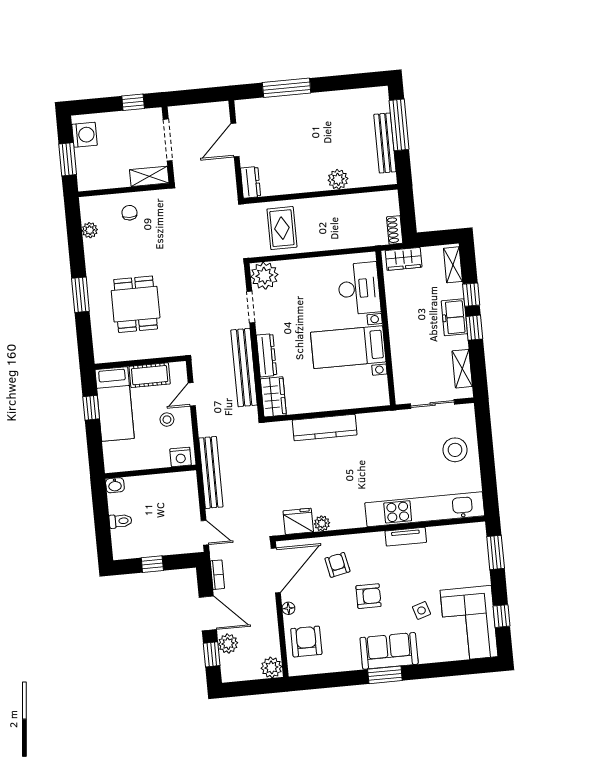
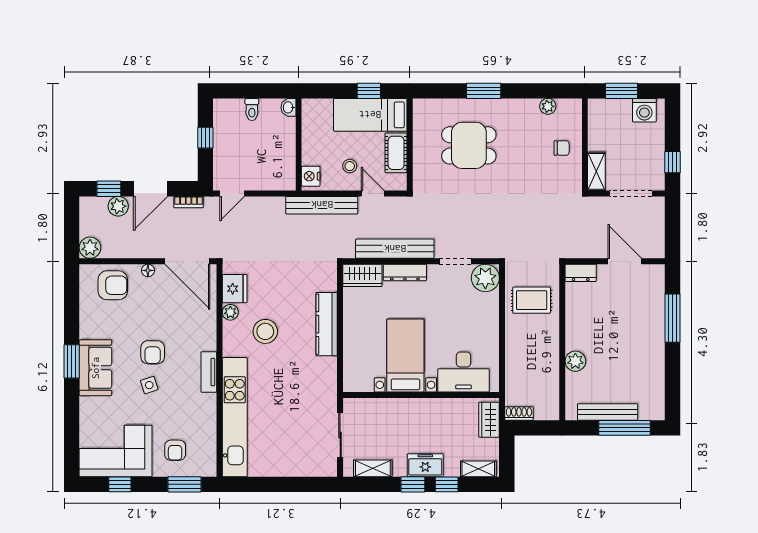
stool: (455, 450) -> (265, 331), moved
bench: (211, 472) -> (322, 205), moved
tv unit: (406, 537) -> (209, 372), moved
armchair: (337, 565) -> (175, 450), moved, turned 102
side table: (421, 610) -> (149, 385), moved

